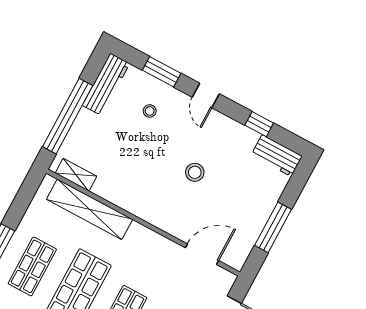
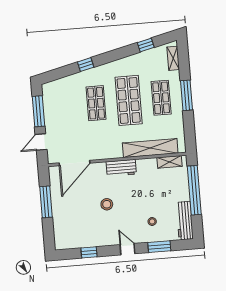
workbench: (277, 156) -> (121, 168), moved, turned 180
door: (202, 254) -> (75, 163), width x1.36

